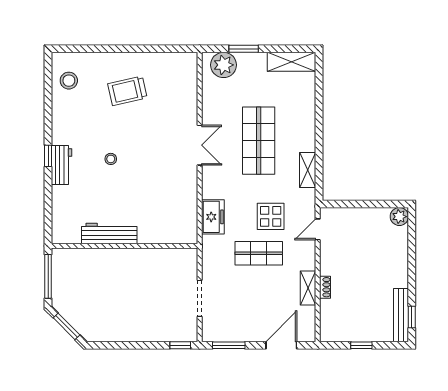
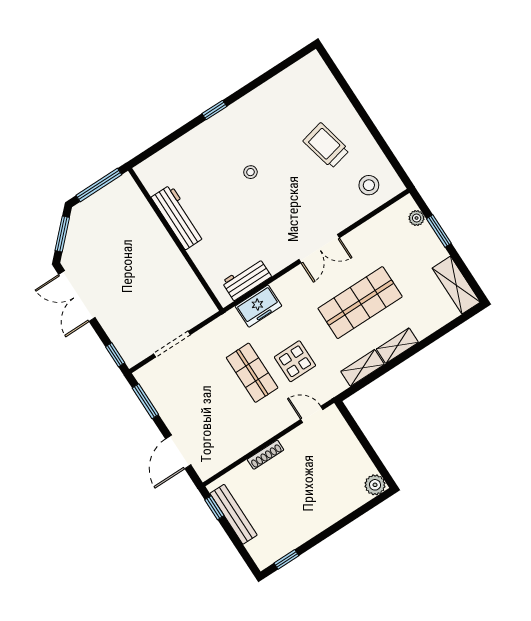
plant: (224, 65) -> (417, 218), width x0.53, depth x0.53
stool: (69, 81) -> (369, 185), moved
workbench: (62, 165) -> (247, 279), moved, turned 180
shoe rack: (325, 287) -> (265, 455), width x1.43
shelving: (308, 288) -> (397, 346), moved
bench: (401, 315) -> (234, 514), moved, turned 90
double door: (119, 345) -> (77, 296), added
door: (281, 345) -> (178, 452), swing flipped
window: (361, 345) -> (214, 508), moved

